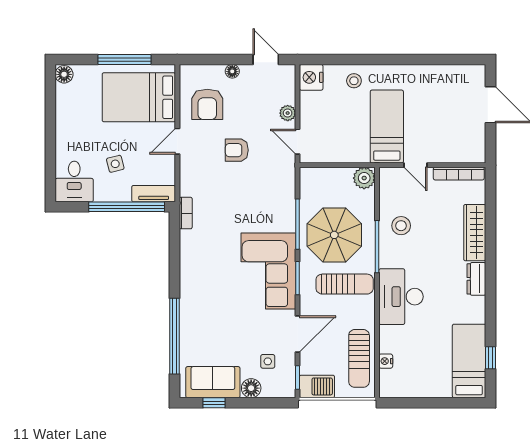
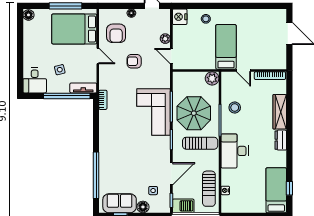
door: (177, 141) -> (98, 56), swing flipped
corner sofa: (268, 271) -> (153, 112), moved

